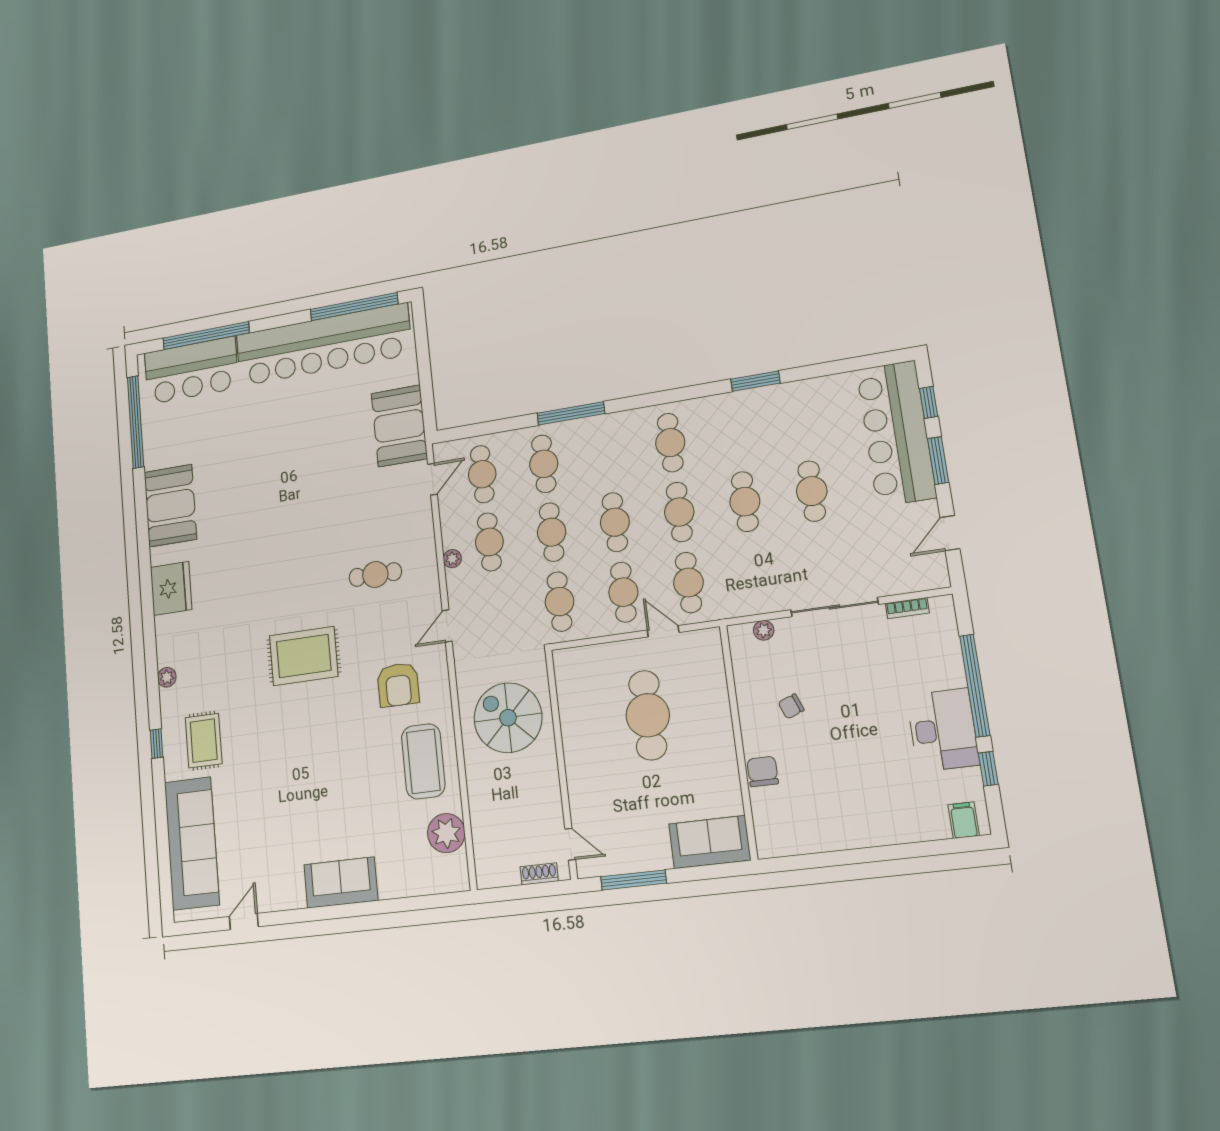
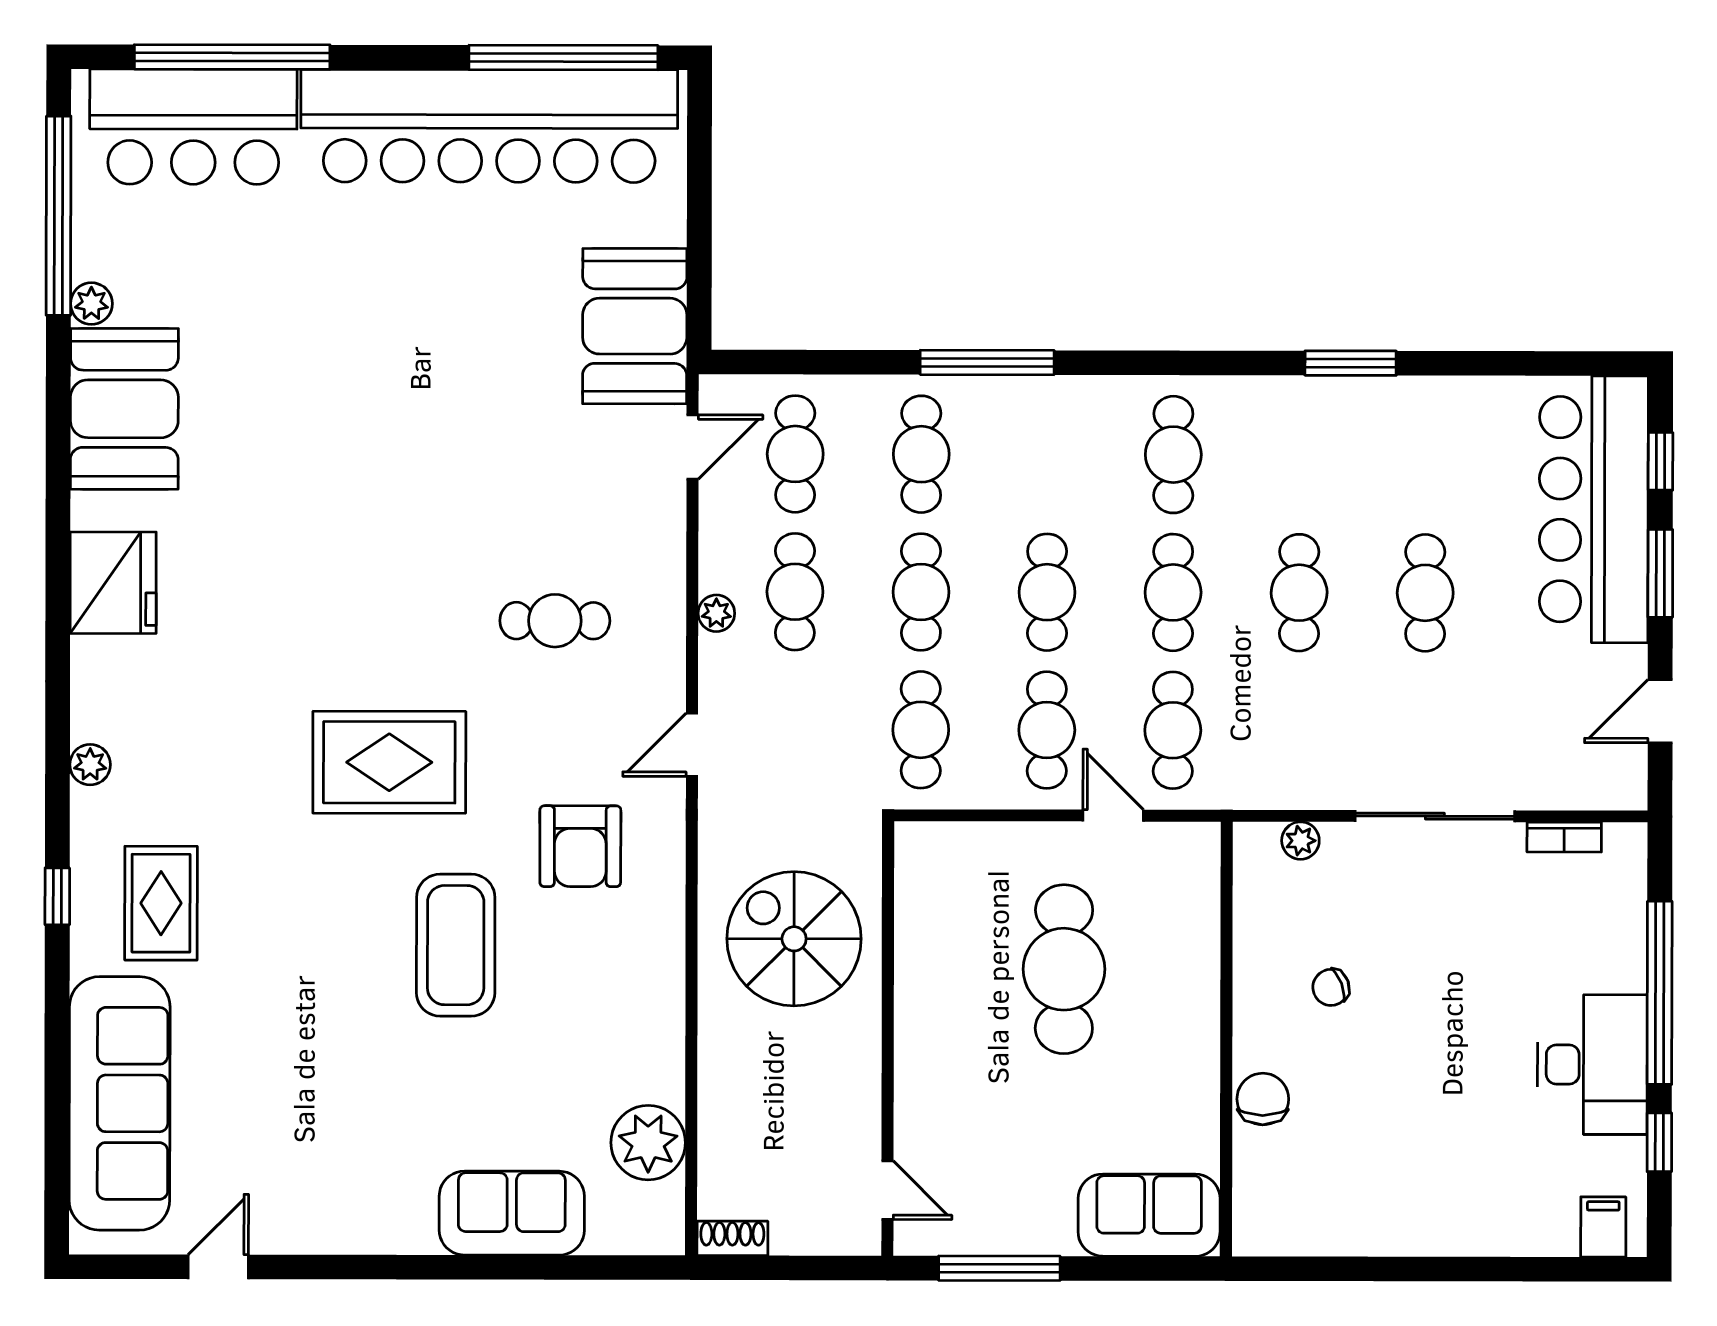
plant: (153, 459) -> (91, 304), added
coffee table: (423, 761) -> (456, 945), moved
shoe rack: (539, 874) -> (732, 1238), moved
sofa: (341, 883) -> (512, 1213), moved

